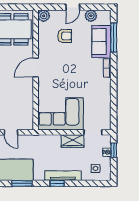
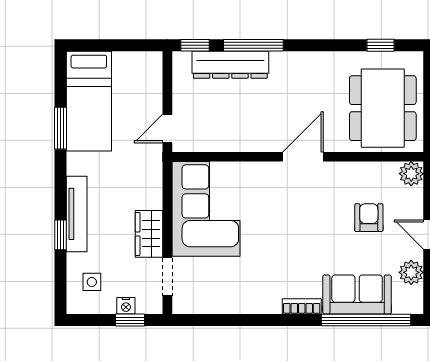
armchair: (65, 36) -> (369, 218), turned 180
window: (114, 37) -> (366, 320), width x1.46
door: (36, 67) -> (303, 157), hinge flipped
door: (11, 132) -> (167, 129), moved
window: (57, 183) -> (60, 235), moved

